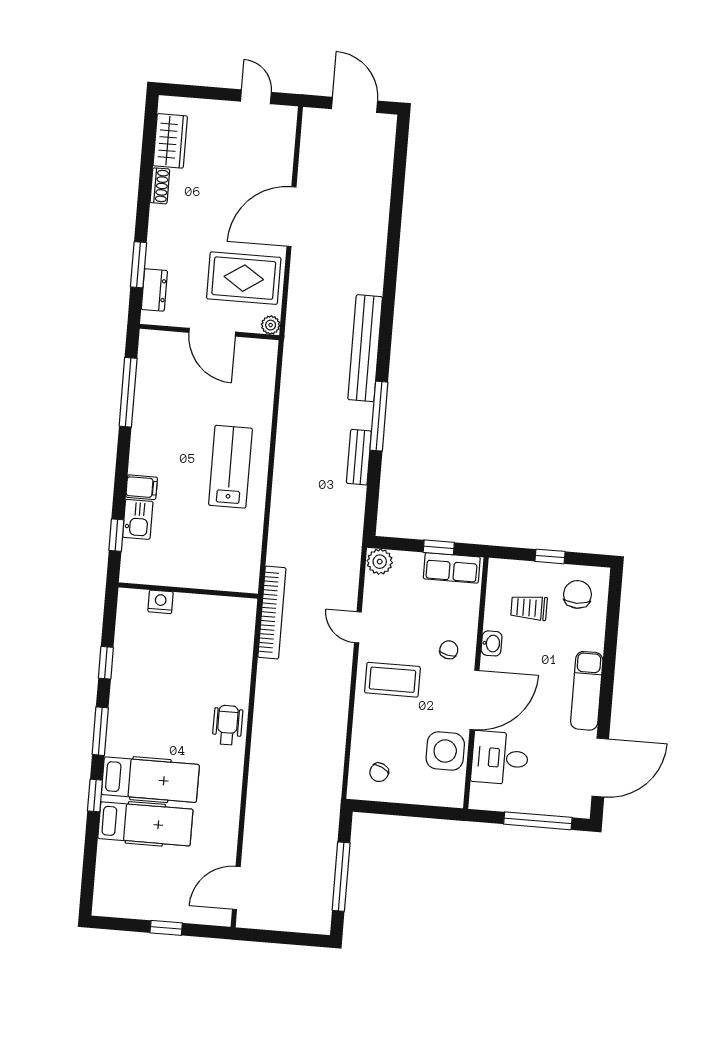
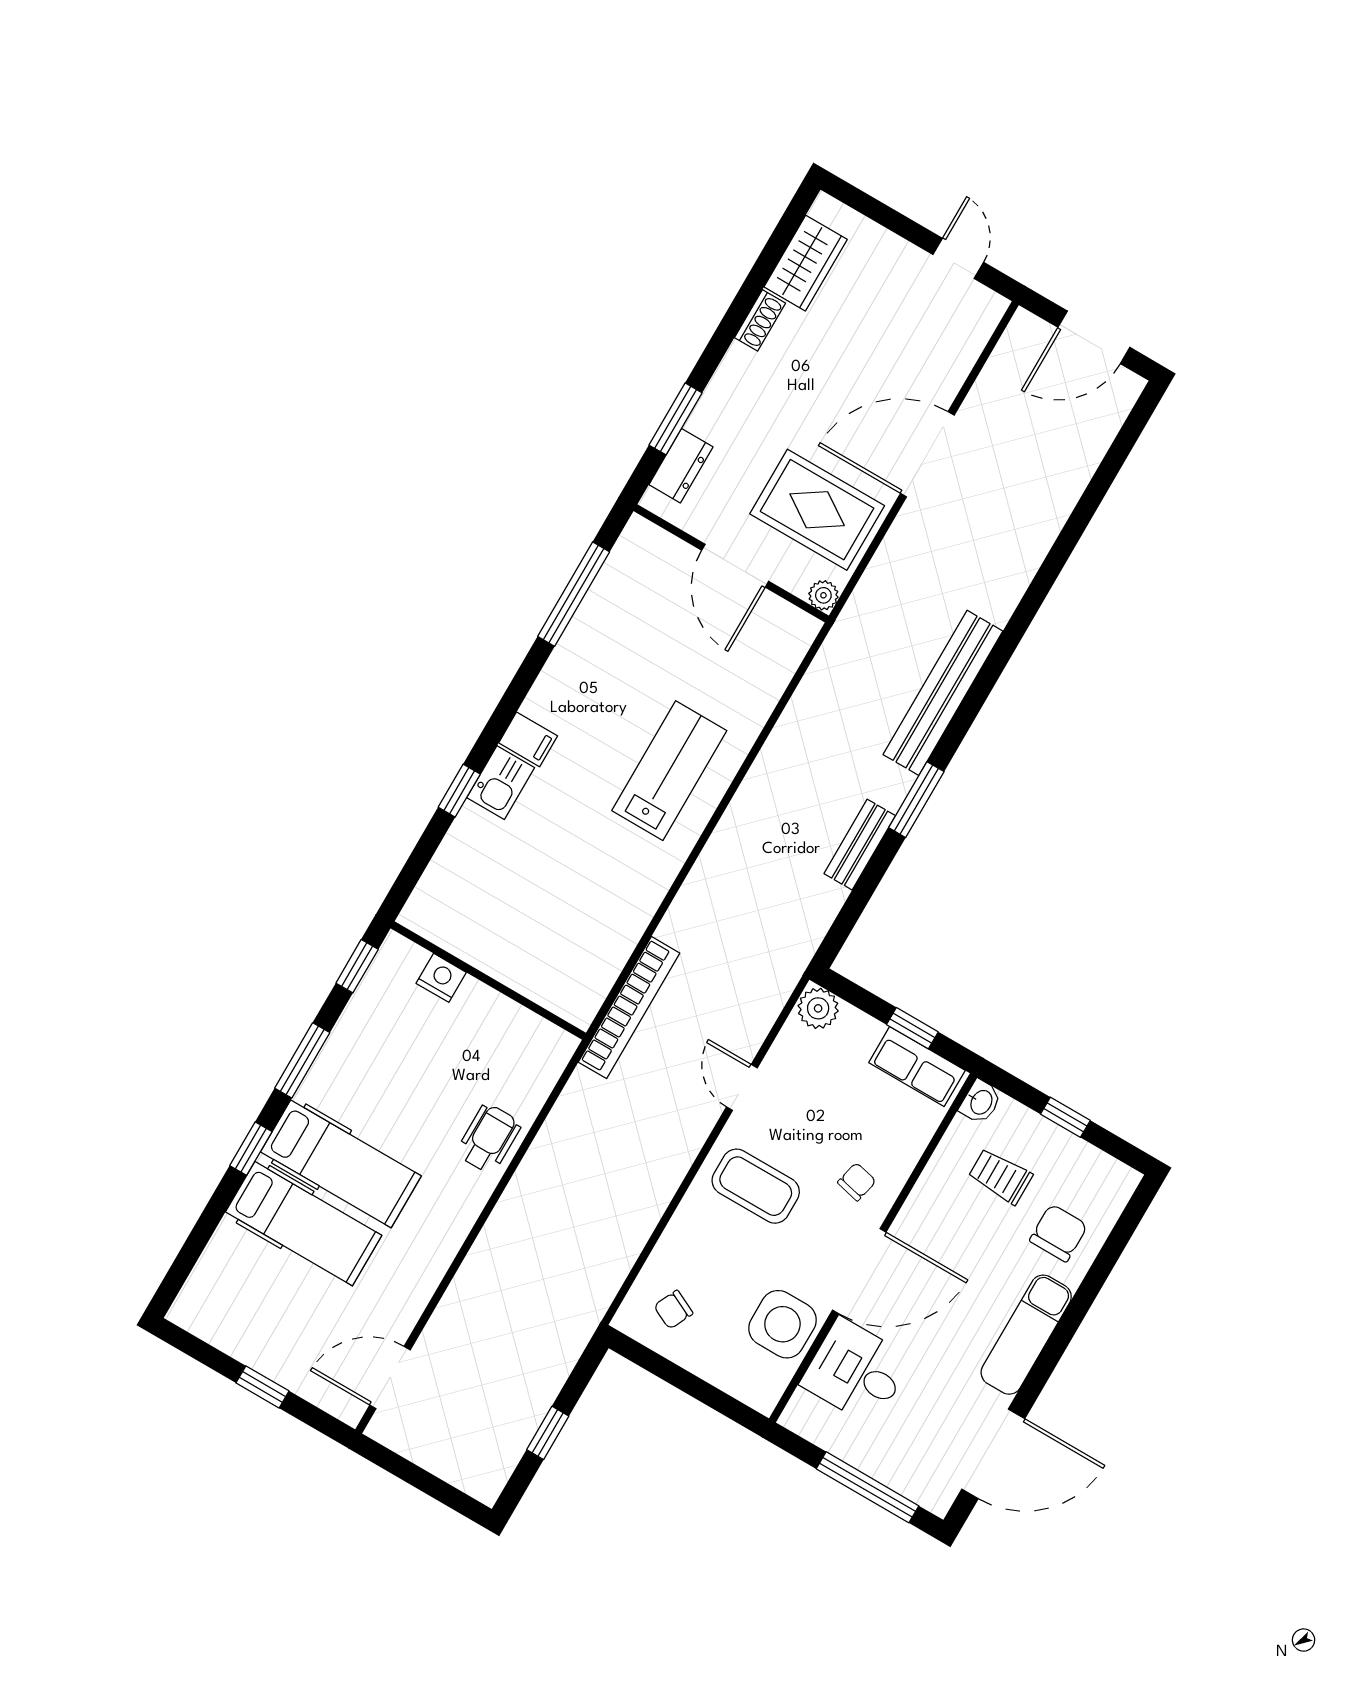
door: (354, 105) -> (1094, 337), swing flipped
window: (379, 416) -> (916, 800), width x0.69
wall: (188, 591) -> (488, 981), moved
chair: (577, 594) -> (1059, 1233), moved
nightstand: (161, 602) -> (441, 978), moved
washbasin: (492, 643) -> (981, 1102), moved
window: (341, 877) -> (548, 1433), width x0.46

